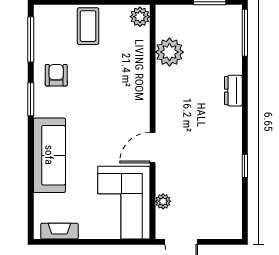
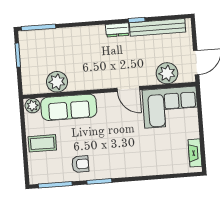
armchair: (56, 75) -> (80, 164), turned 180
dresser: (233, 91) -> (117, 30), moved
sofa: (49, 155) -> (69, 107), moved, turned 180
bench: (233, 193) -> (157, 27), added
plant: (163, 201) -> (167, 73), width x1.88, depth x1.88

